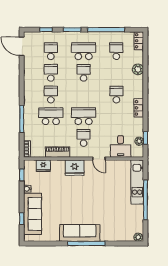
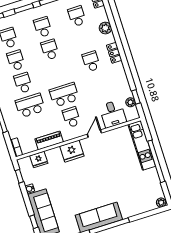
school desk: (84, 51) -> (43, 27), width x0.54
locker: (139, 108) -> (114, 53), moved
door: (99, 159) -> (94, 134), swing flipped

